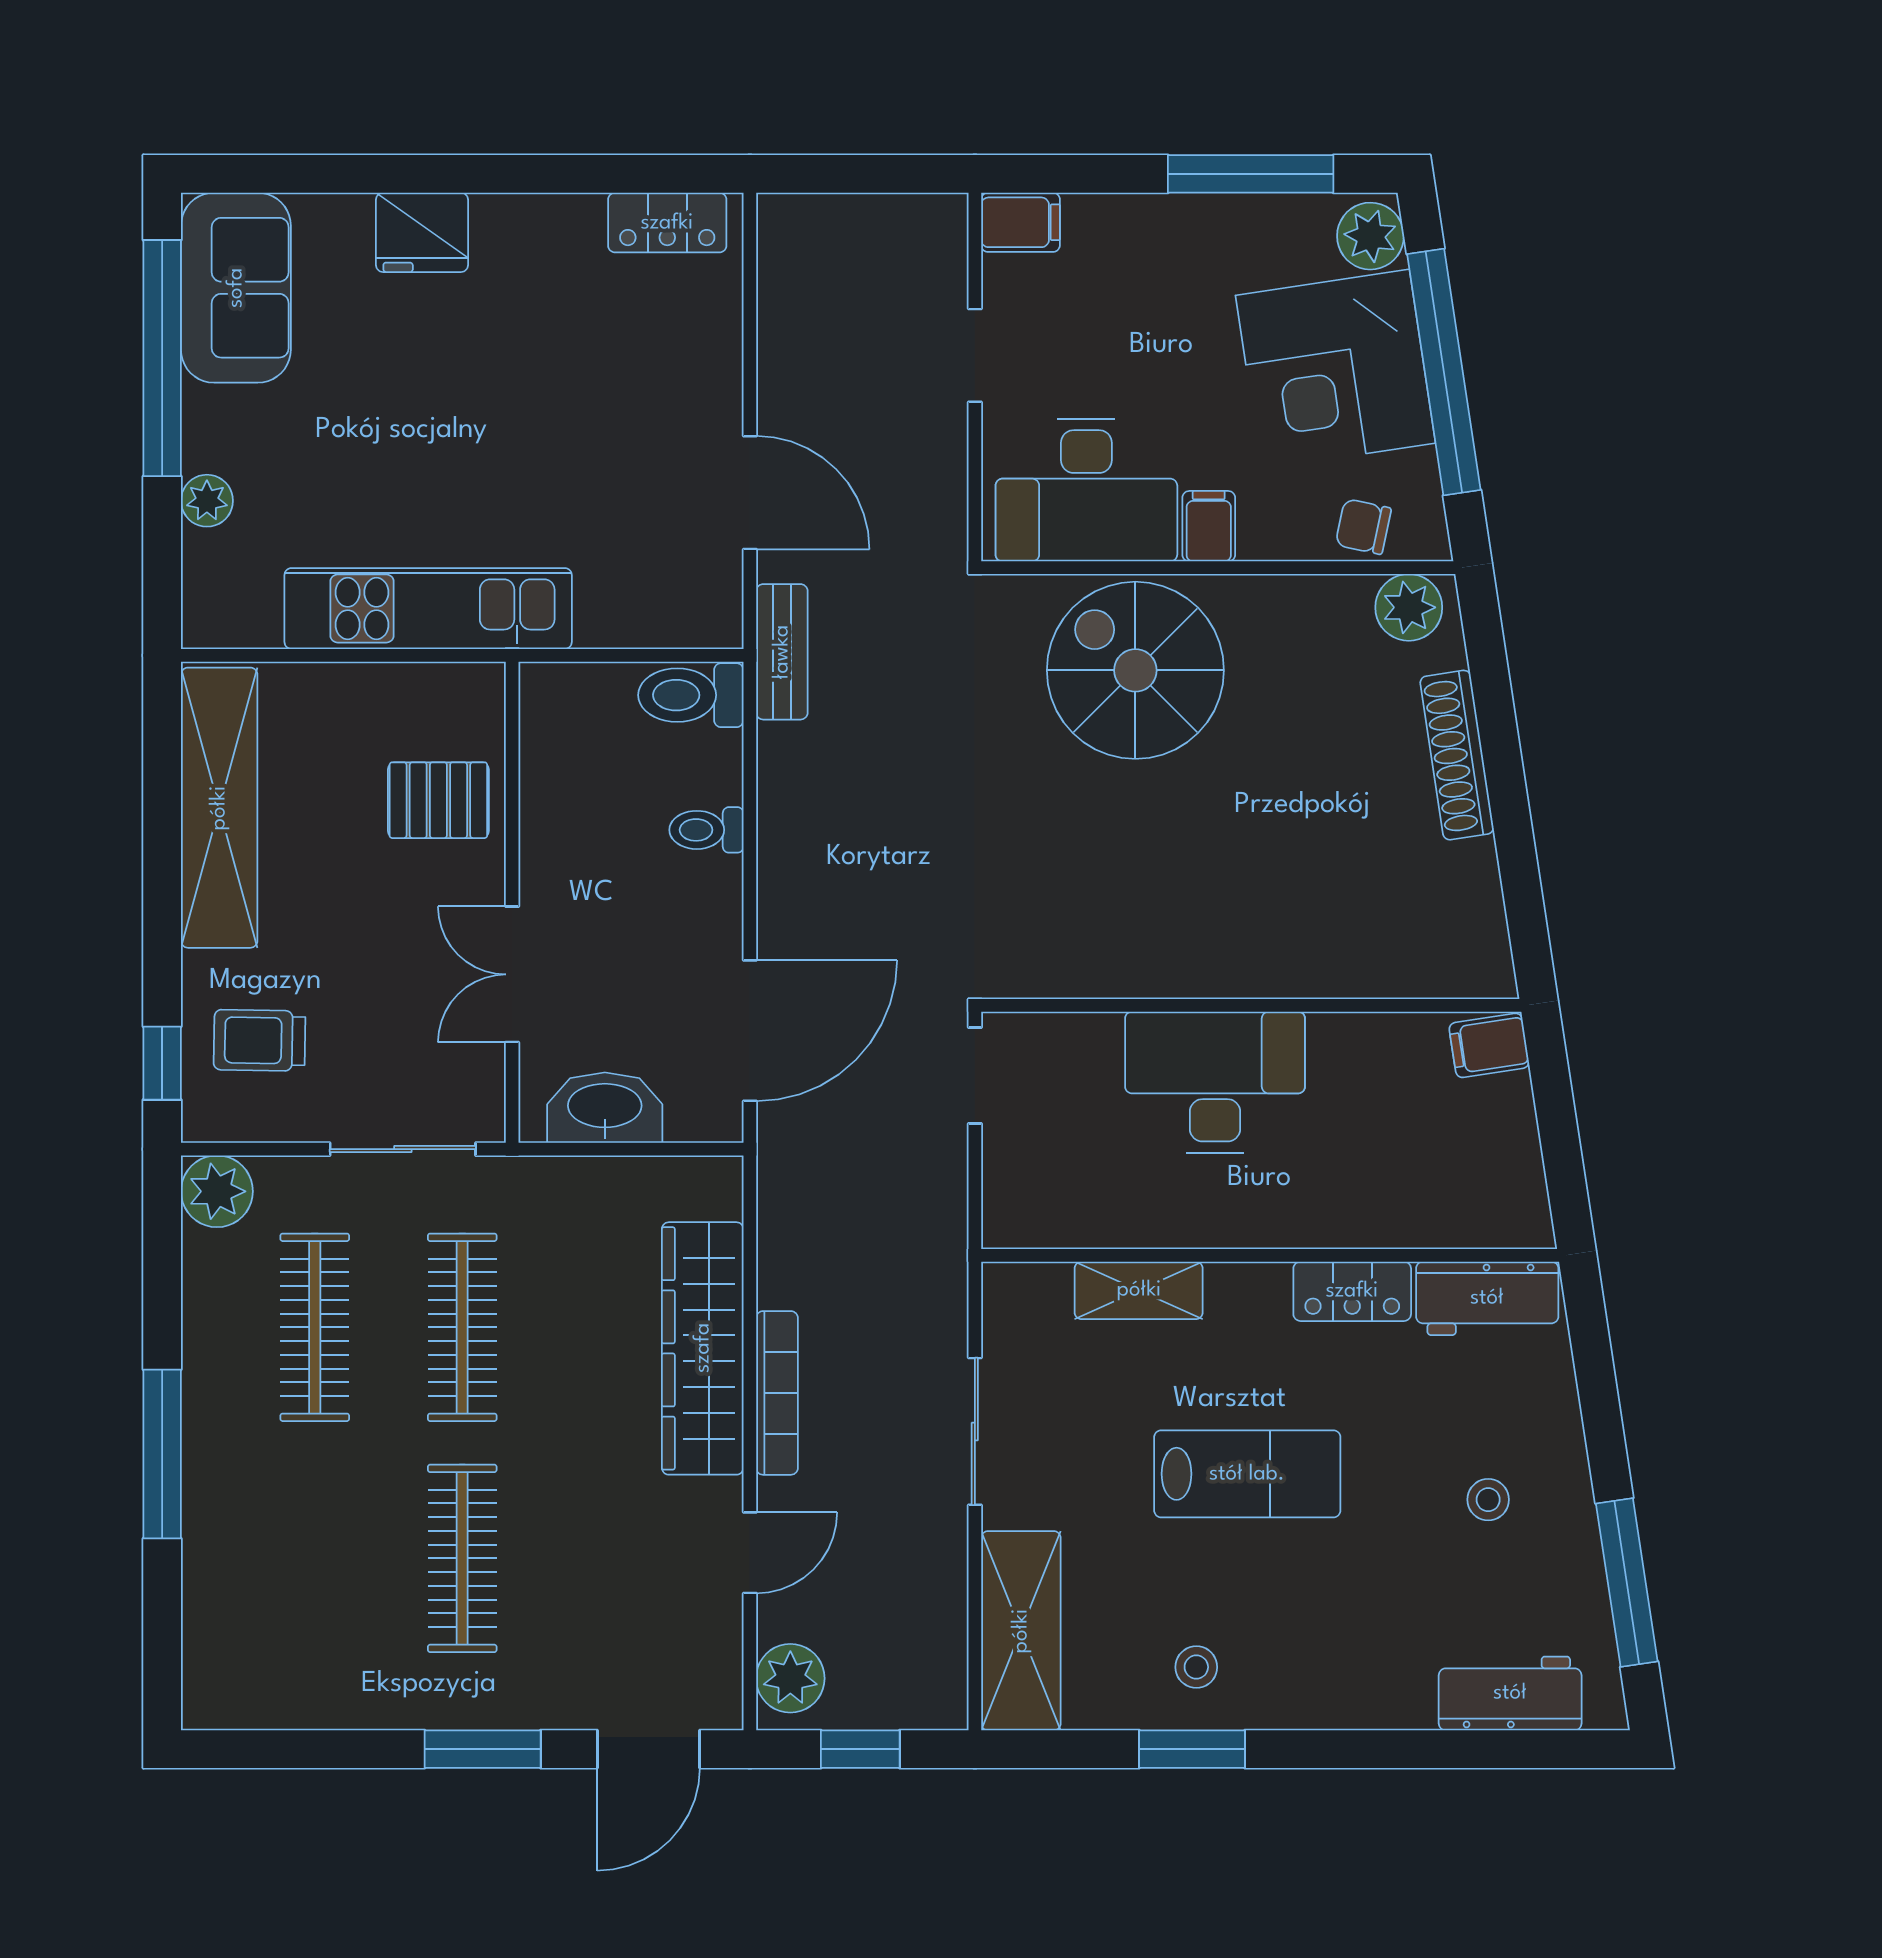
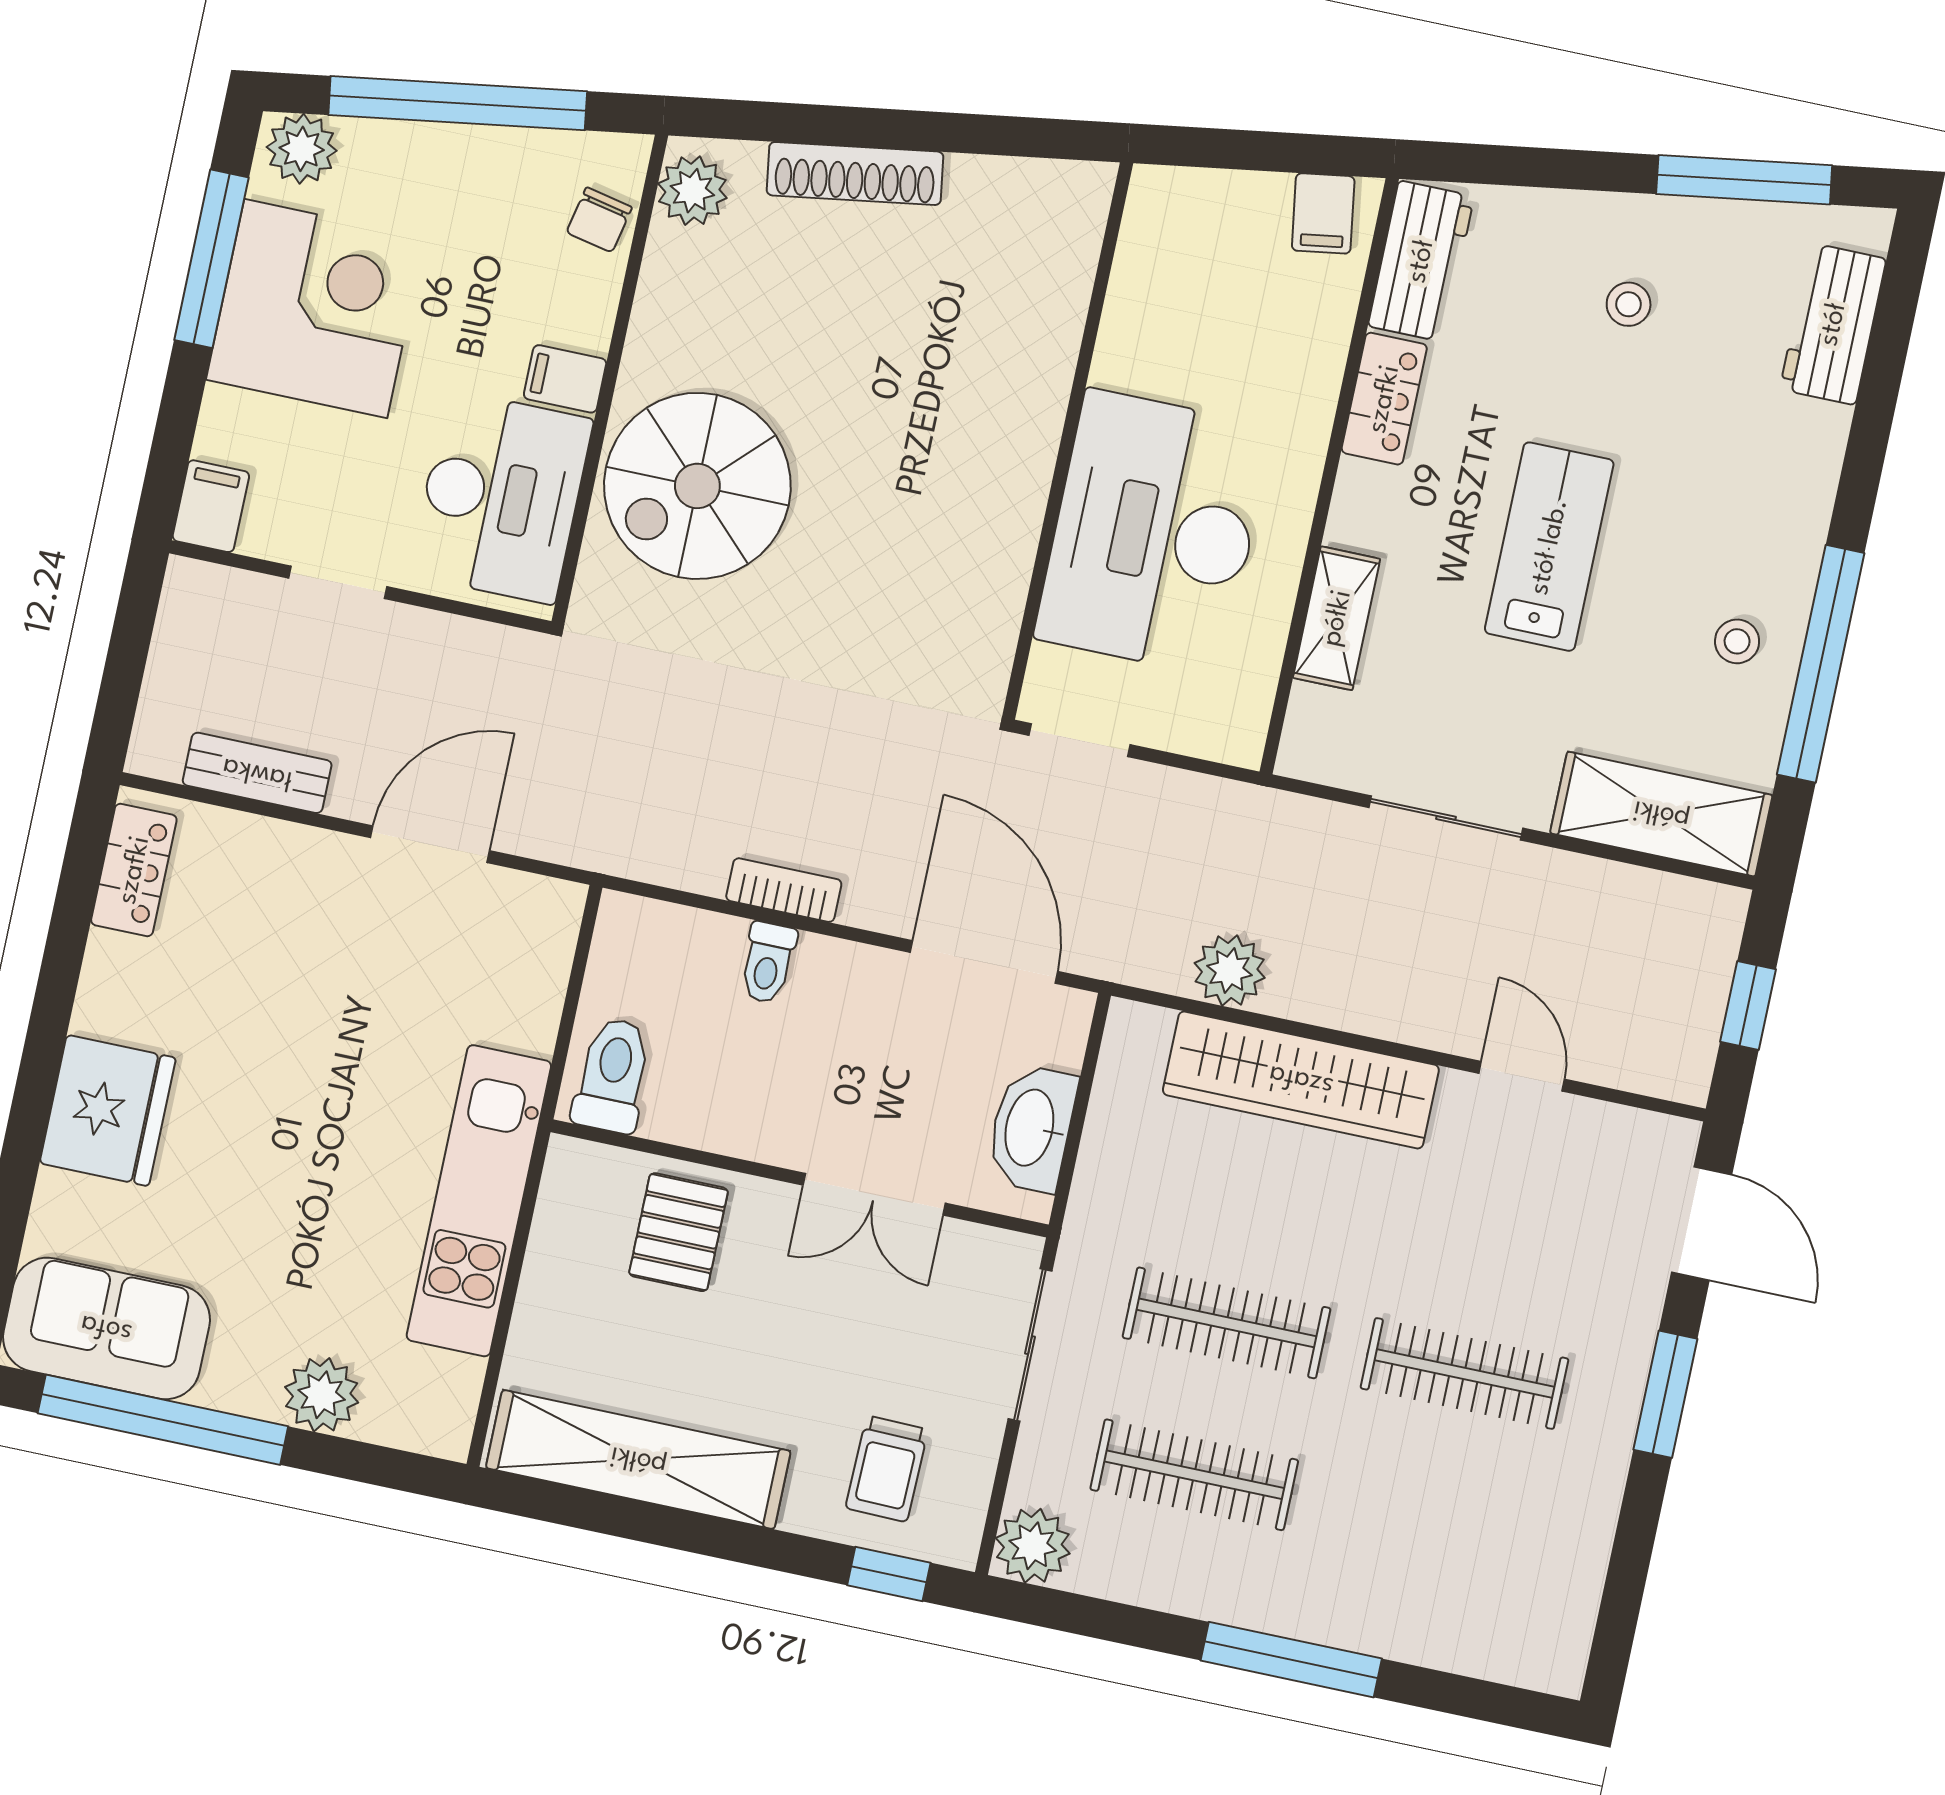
fridge: (422, 232) -> (108, 1110), width x1.36, depth x1.34
corner desk: (1335, 369) -> (316, 309), moved, turned -81
plant: (207, 501) -> (322, 1395), width x1.38, depth x1.38
bench: (782, 652) -> (257, 773), moved
toilet: (691, 695) -> (613, 1075), moved, turned 180
filing cabinet: (1489, 1045) -> (1323, 213), moved
desk: (1215, 1082) -> (1154, 532), width x1.36, depth x1.30
bookcase: (777, 1393) -> (784, 890), moved, width x0.64
plant: (790, 1678) -> (1230, 970), moved
window: (1192, 1749) -> (1821, 664), width x2.11

